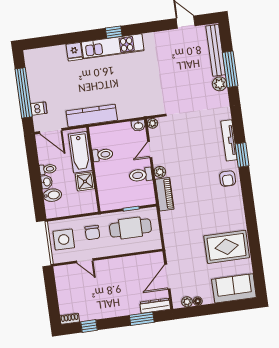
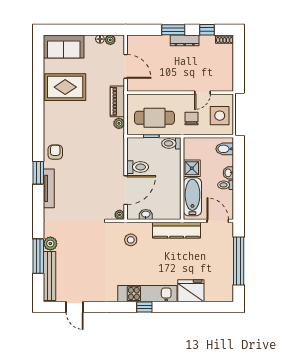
fridge: (74, 52) -> (191, 291), width x1.88, depth x1.34
stool: (137, 99) -> (131, 240), added
dishwasher: (39, 109) -> (226, 244), removed
washbasin: (138, 126) -> (146, 214), moved
door: (150, 150) -> (126, 190), width x1.87
toilet: (103, 155) -> (171, 143), moved
plant: (160, 172) -> (119, 123), moved
piano: (165, 194) -> (117, 101), moved
bidet: (52, 195) -> (225, 149), moved
door: (85, 261) -> (202, 93), swing flipped
door: (167, 277) -> (126, 66), hinge flipped
dresser: (155, 306) -> (185, 40), moved
window: (142, 319) -> (173, 30), moved

